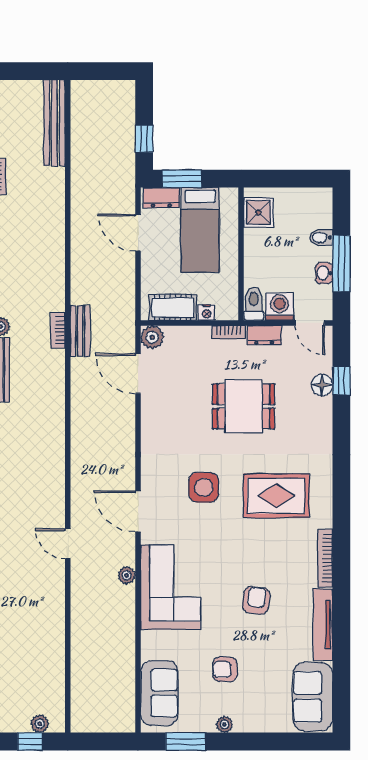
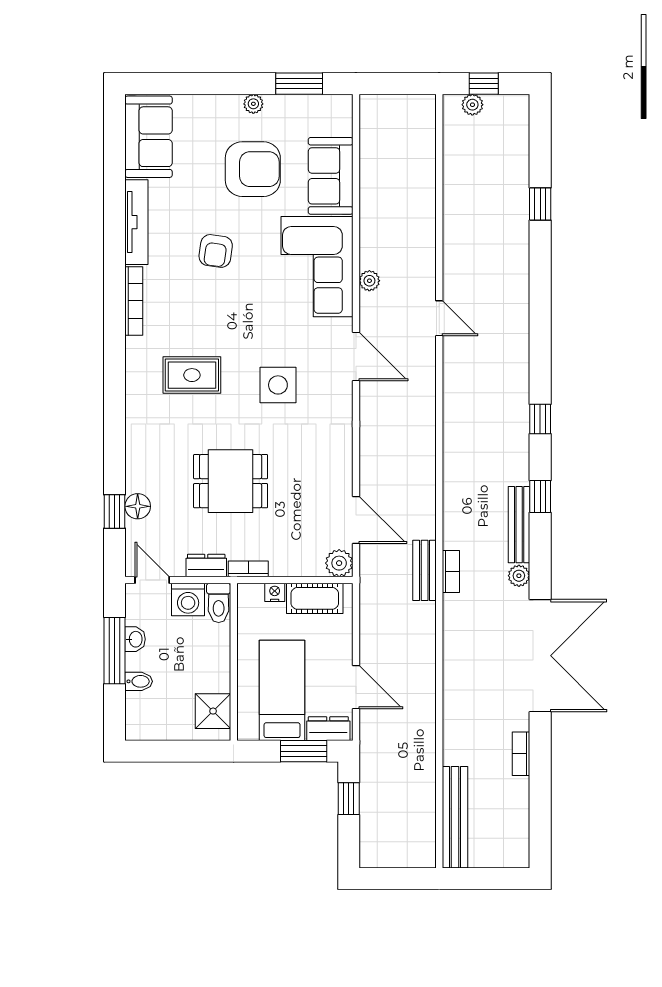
rug: (276, 496) -> (192, 375), width x0.73, depth x0.70
armchair: (225, 669) -> (253, 169), width x1.88, depth x1.88
sofa: (159, 693) -> (331, 176), moved

